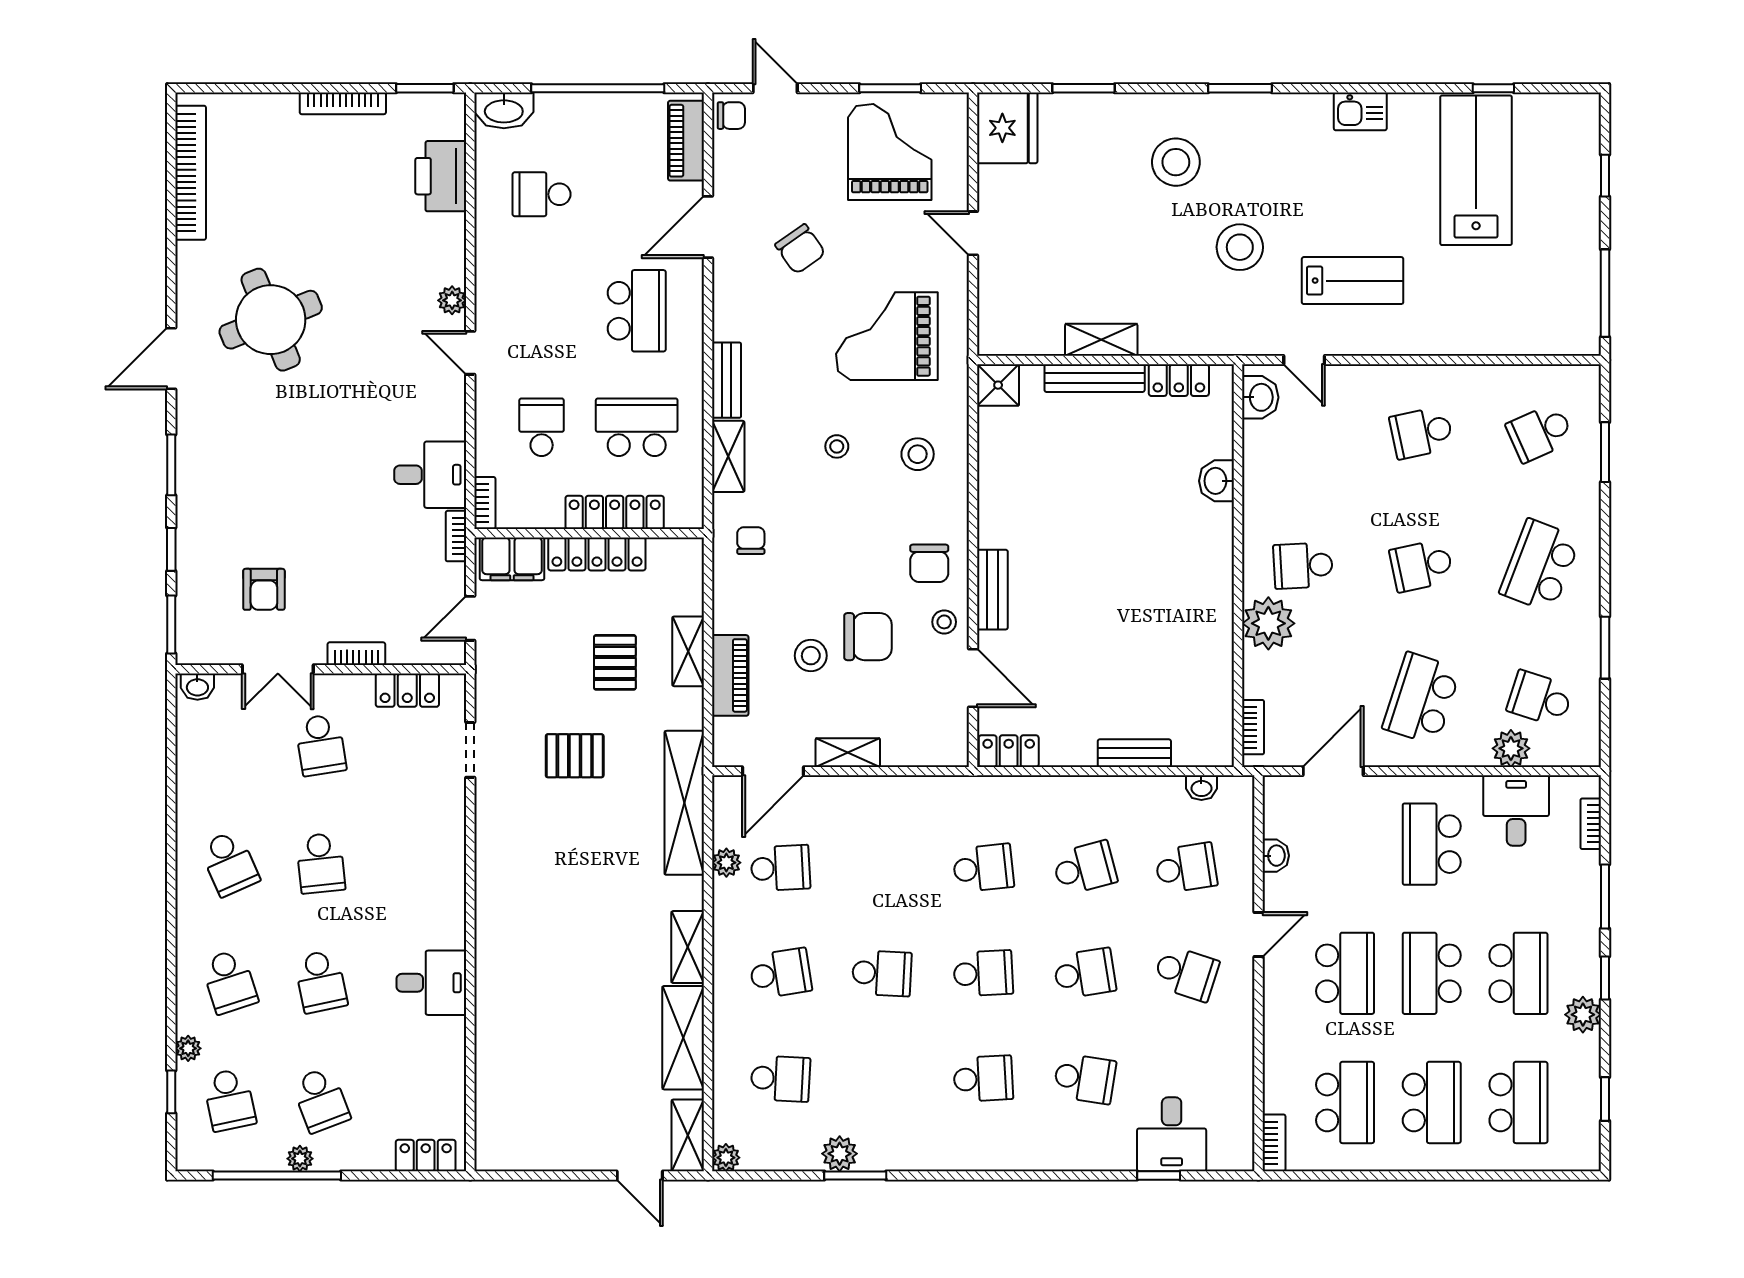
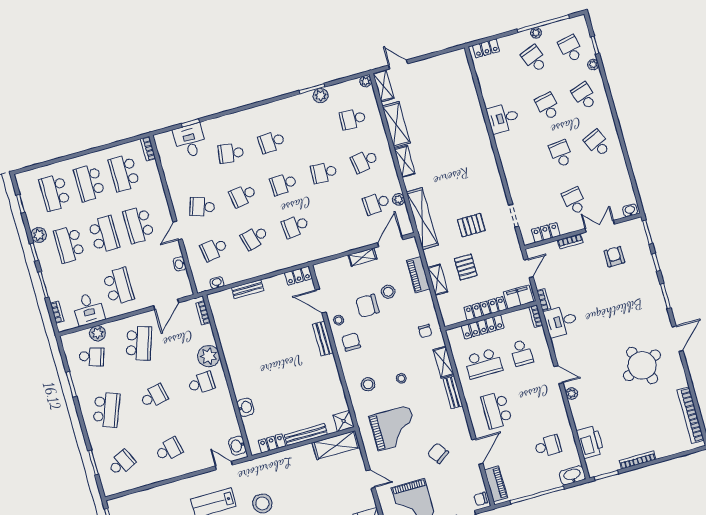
shelving: (1101, 340) -> (336, 445), moved, width x1.50, depth x1.33

